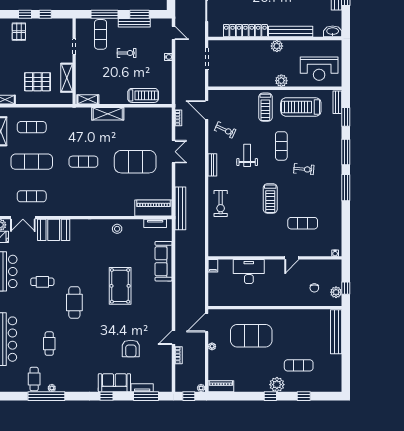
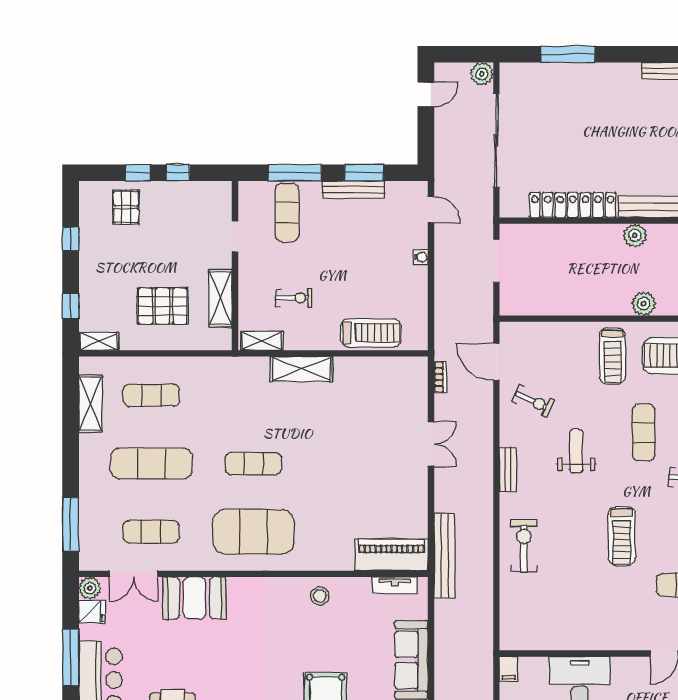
exercise bike: (127, 53) -> (294, 298), moved
exercise mat: (135, 162) -> (253, 532), moved
exercise bike: (221, 203) -> (524, 546), turned 180

